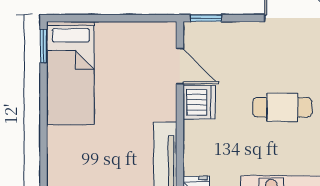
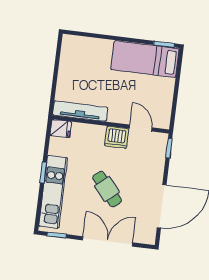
door: (180, 66) -> (141, 128), swing flipped
cafe table: (282, 107) -> (107, 189), turned -40

